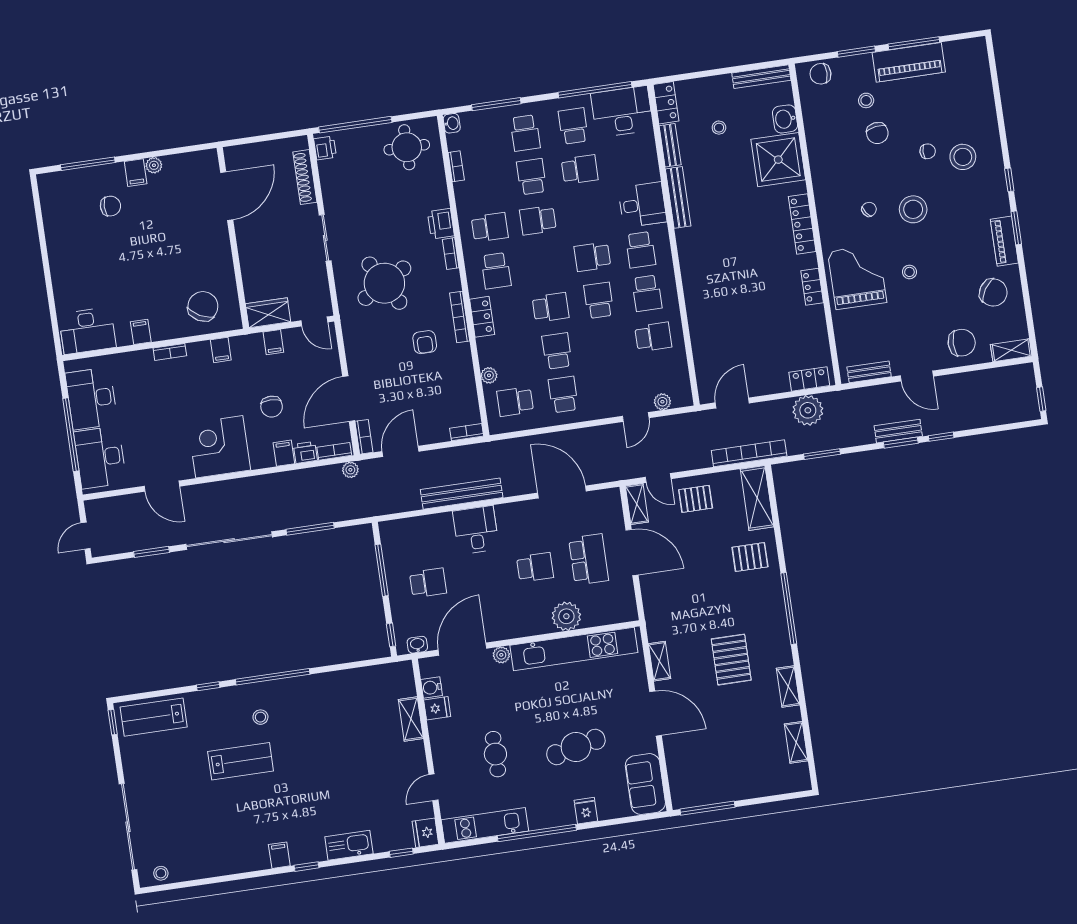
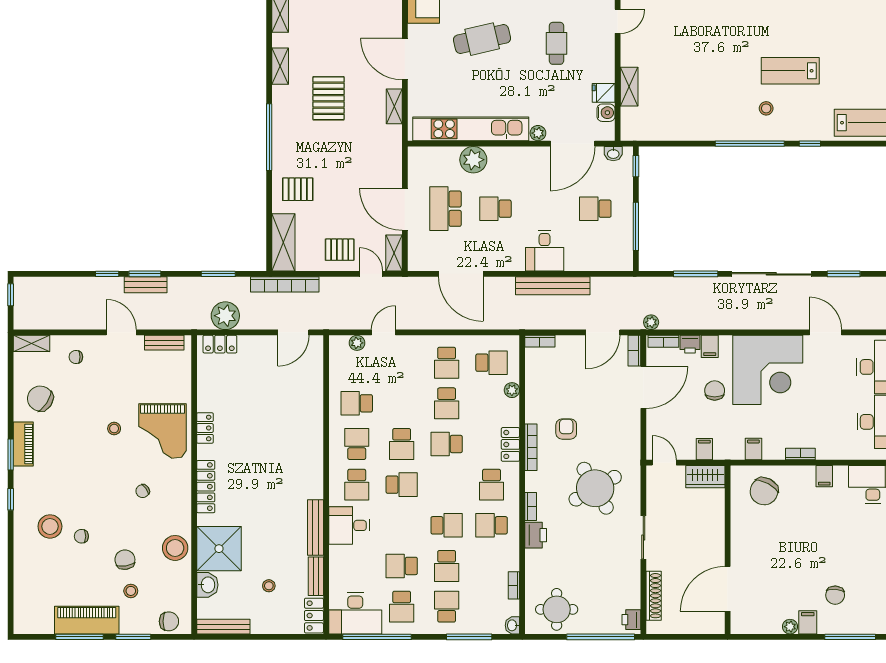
chair: (110, 206) -> (835, 595), turned -86
stool: (913, 209) -> (175, 548), moved
school desk: (641, 250) -> (357, 485), turned 180
school desk: (496, 271) -> (492, 485), turned 180
chair: (962, 343) -> (76, 357), width x0.54, depth x0.54
corner desk: (219, 447) -> (768, 370), width x1.36, depth x1.36

